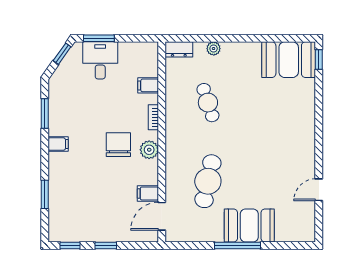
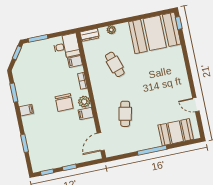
desk: (100, 60) -> (66, 46), moved, turned 90
booth: (289, 60) -> (155, 33), width x1.36, depth x1.42
chair: (118, 145) -> (64, 103), turned 180
cafe table: (208, 181) -> (125, 114), width x0.73, depth x0.74
door: (319, 190) -> (196, 105), hinge flipped
filing cabinet: (148, 193) -> (86, 113), moved
booth: (249, 225) -> (176, 132), moved

